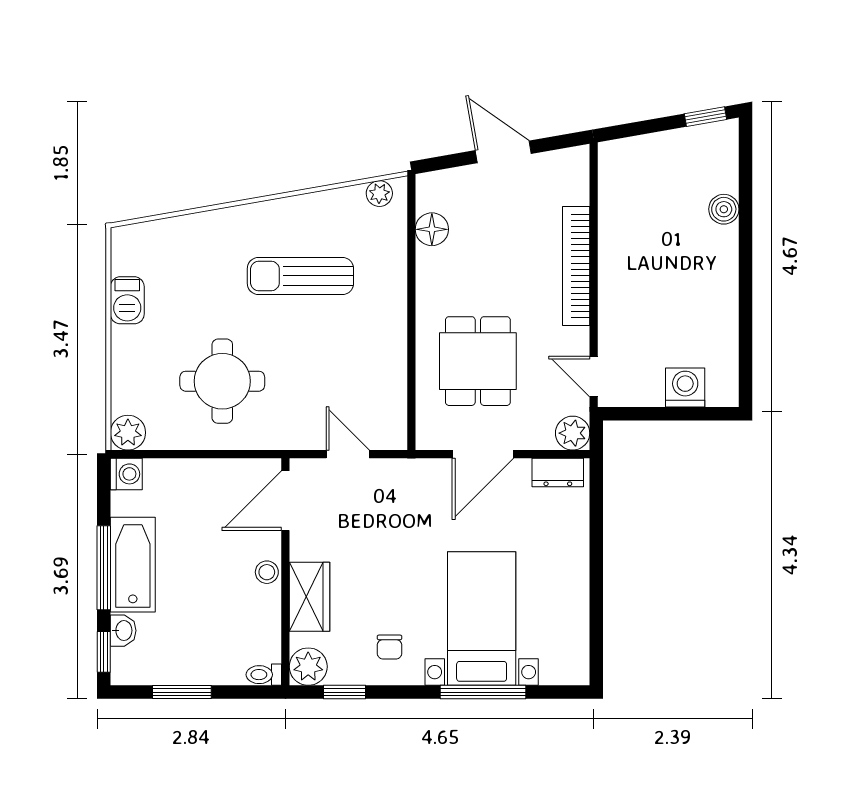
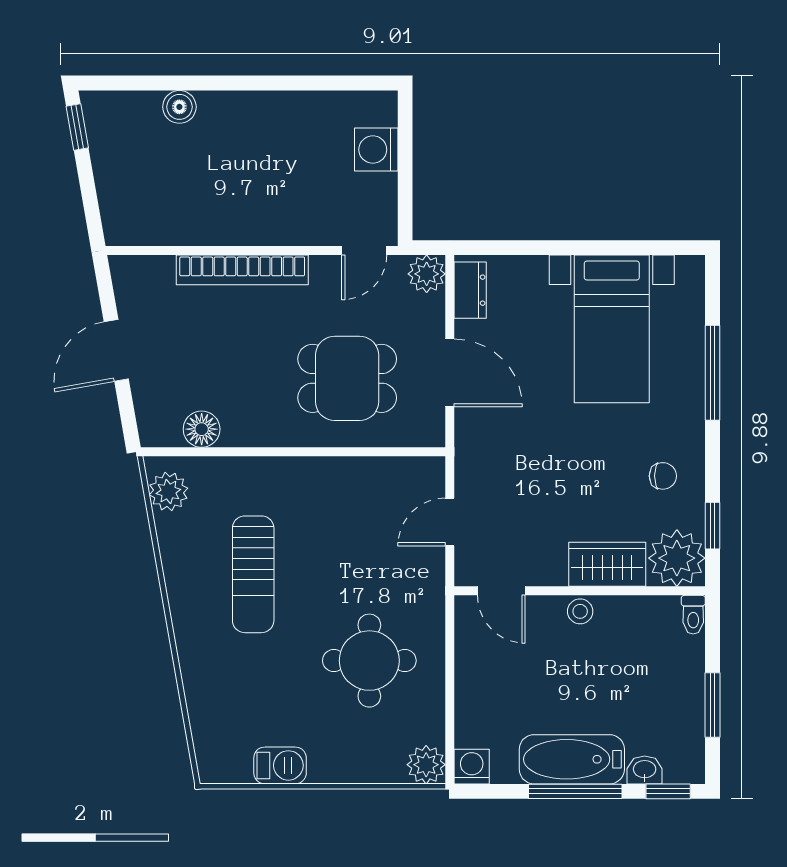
plant: (379, 194) -> (168, 492), width x1.38, depth x1.38
door: (285, 501) -> (501, 591), width x0.73
bed with nightstands: (482, 618) -> (612, 329), moved, turned -90
plant: (308, 667) -> (677, 558), width x1.36, depth x1.36

